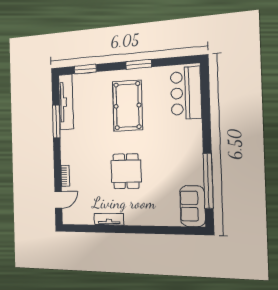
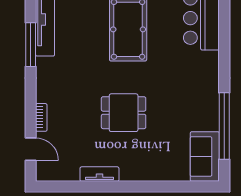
dining table: (126, 171) -> (124, 113), turned 90
door: (58, 200) -> (31, 149), hinge flipped

